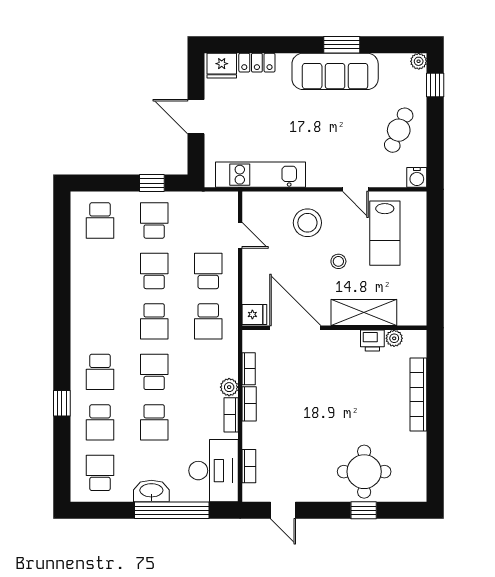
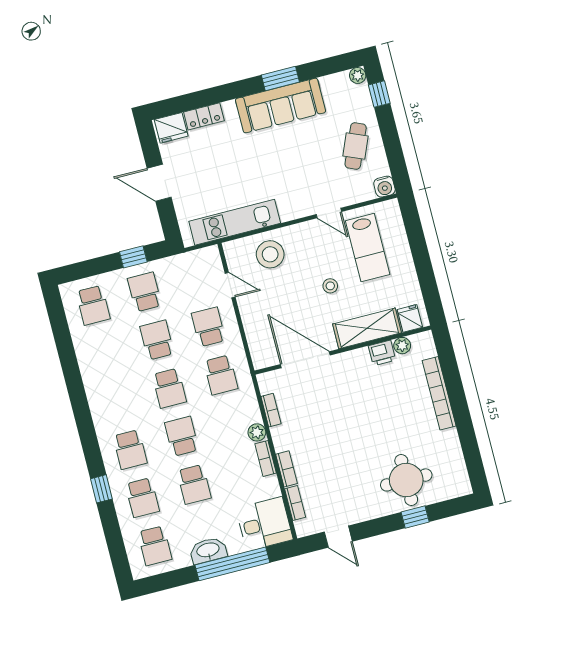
stool: (307, 223) -> (270, 254), moved
fridge: (254, 314) -> (410, 318), moved, turned -90
bookcase: (249, 404) -> (287, 469), moved
desk: (213, 471) -> (264, 524), width x0.73
school desk: (100, 473) -> (155, 546), turned 180

